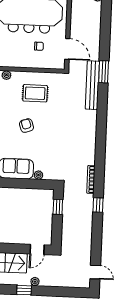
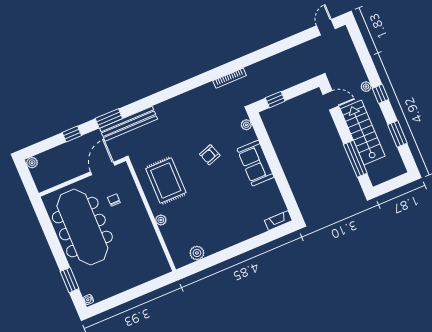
rug: (35, 93) -> (166, 181), width x1.36, depth x1.43
armchair: (26, 126) -> (210, 155), moved
plant: (38, 175) -> (246, 125), moved
window: (98, 205) -> (72, 134), moved

